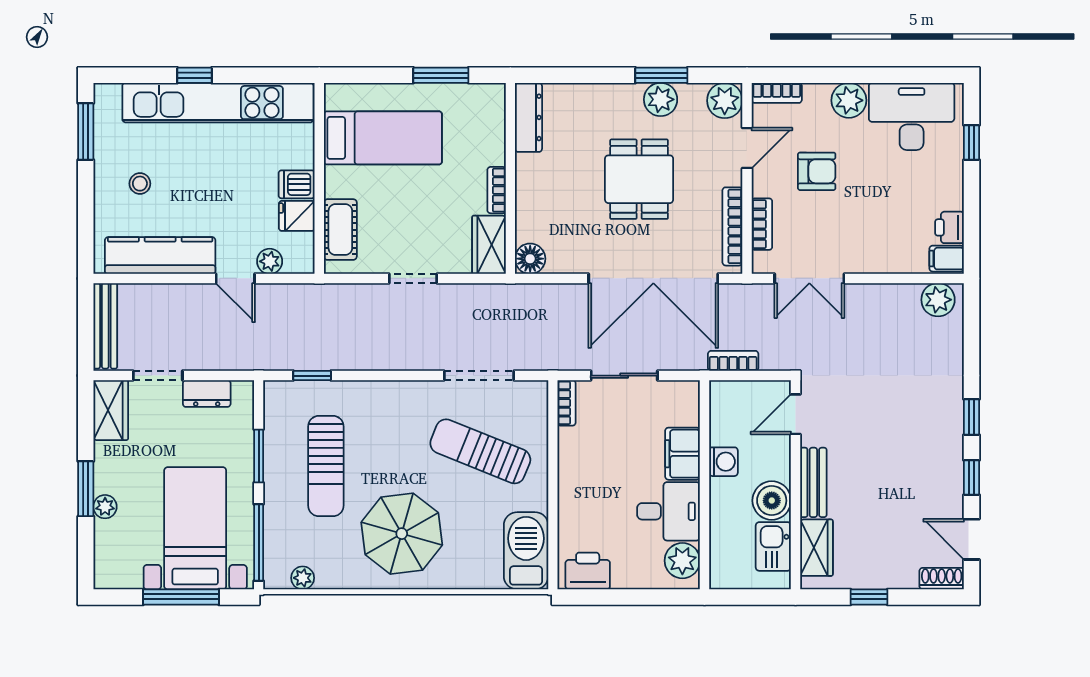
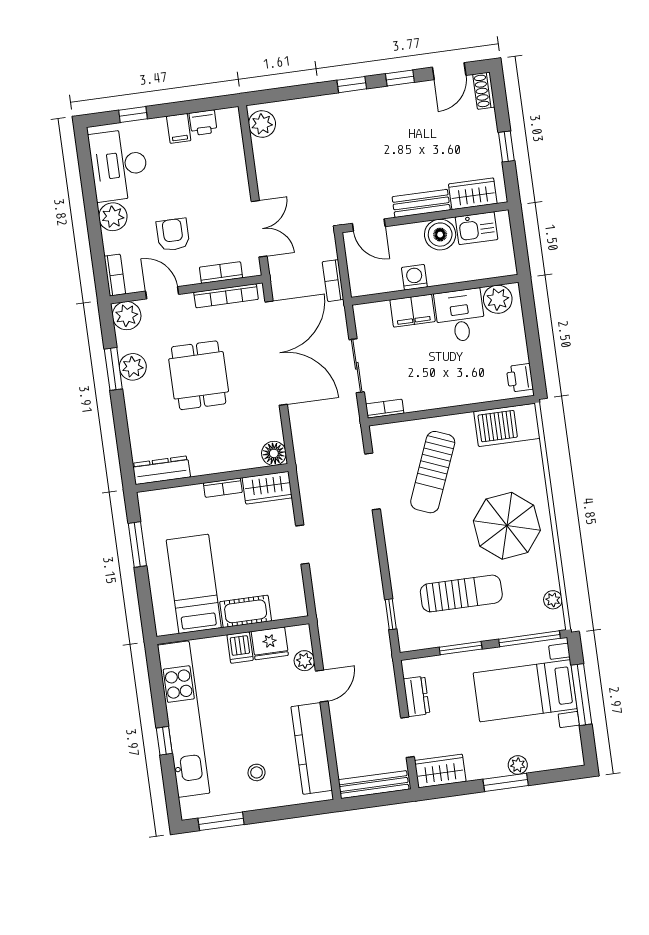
dining table: (639, 179) -> (199, 375), turned 90
fridge: (297, 216) -> (270, 643), width x1.38
cot: (340, 230) -> (246, 611), moved
filing cabinet: (947, 259) -> (179, 128), moved
printer: (588, 571) -> (520, 378), width x0.73, depth x0.81

